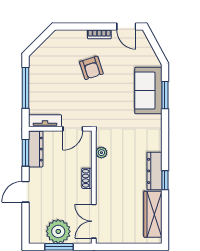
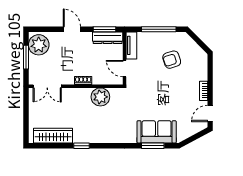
armchair: (91, 68) -> (172, 60), moved
plant: (101, 153) -> (100, 97), width x1.88, depth x1.88
dresser: (154, 171) -> (89, 137), removed
double door: (94, 221) -> (47, 86), swing flipped
plant: (58, 231) -> (39, 45), moved

